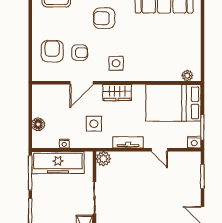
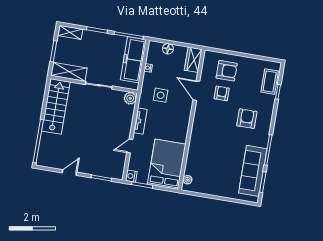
armchair: (80, 53) -> (222, 93), turned 180
side table: (116, 63) -> (208, 122), removed
wardrobe: (117, 93) -> (193, 60), moved

